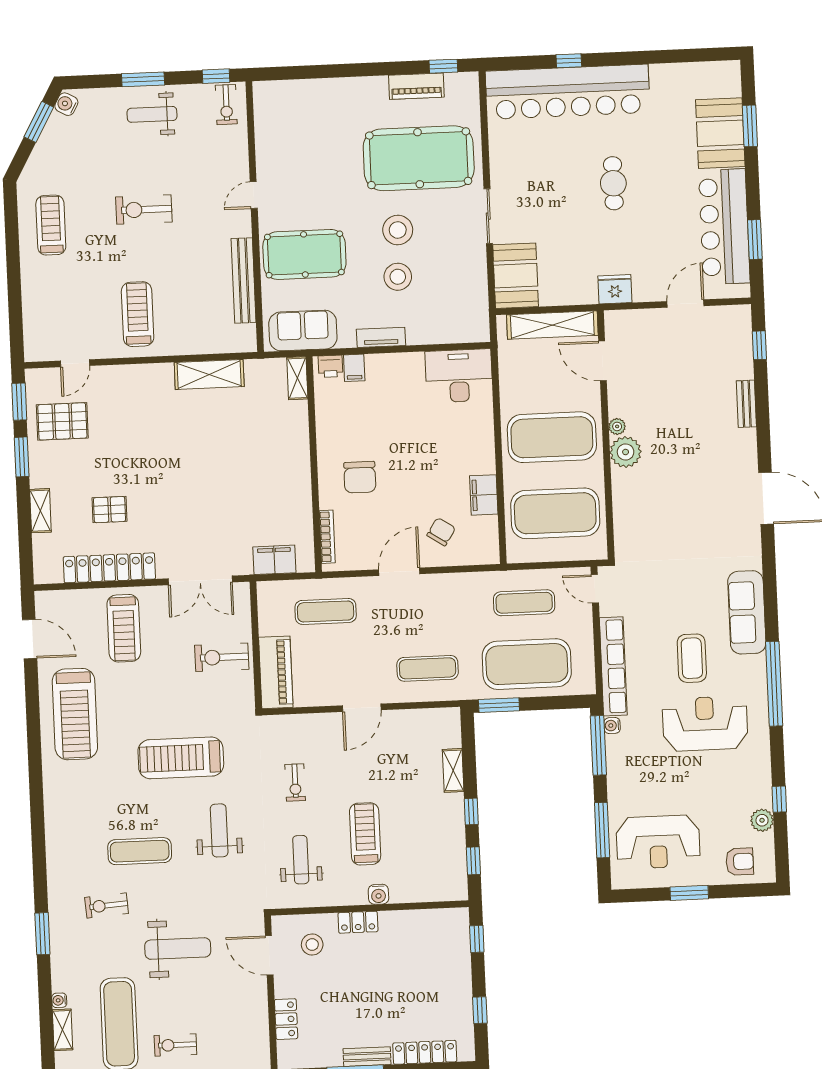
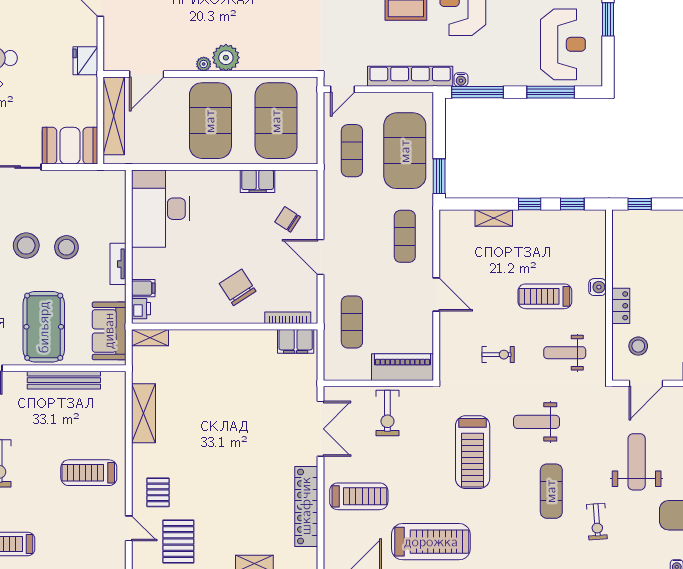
desk: (459, 376) -> (161, 209), width x1.36, depth x1.30
chair: (360, 477) -> (238, 287), turned -123
pallet: (110, 510) -> (158, 492), moved
filing cabinet: (274, 560) -> (296, 341), moved, turned -90

